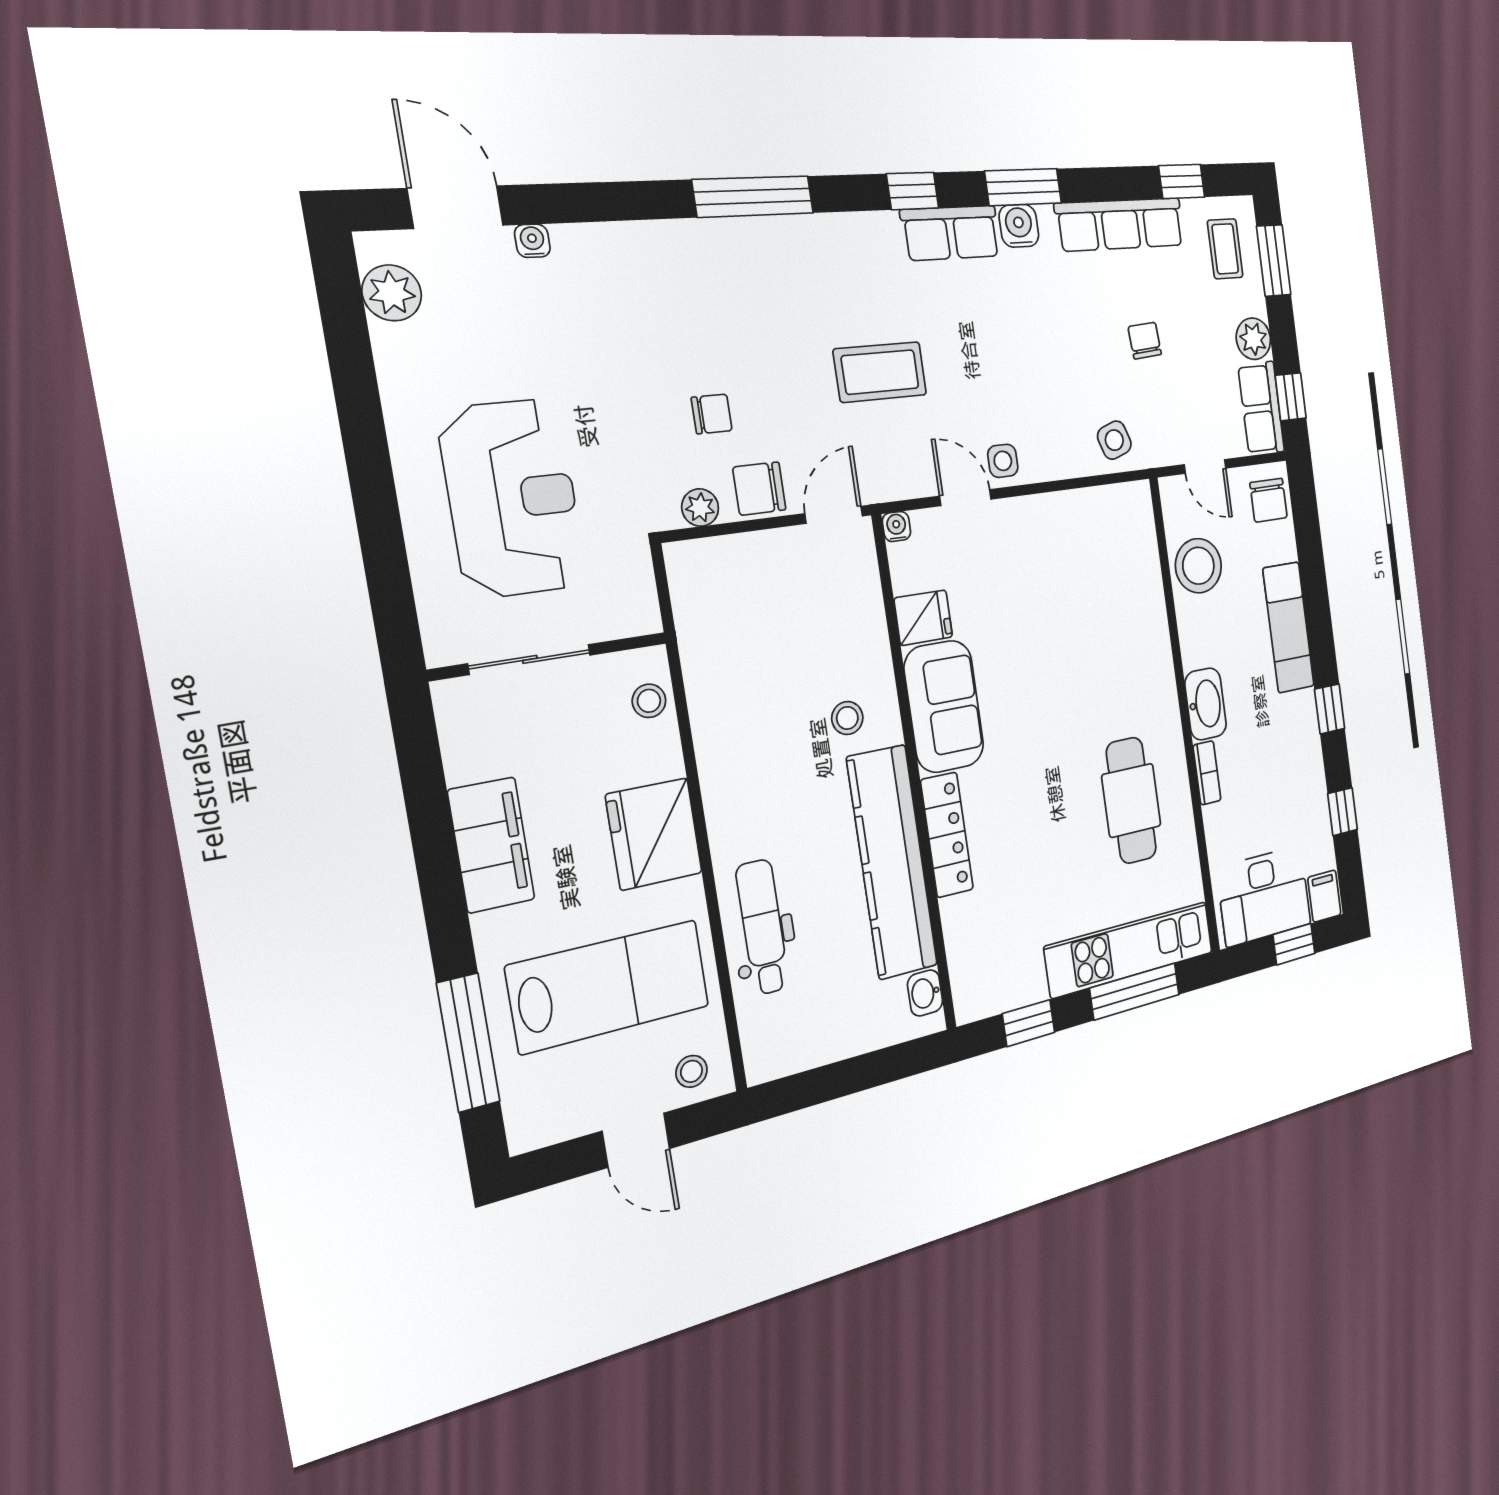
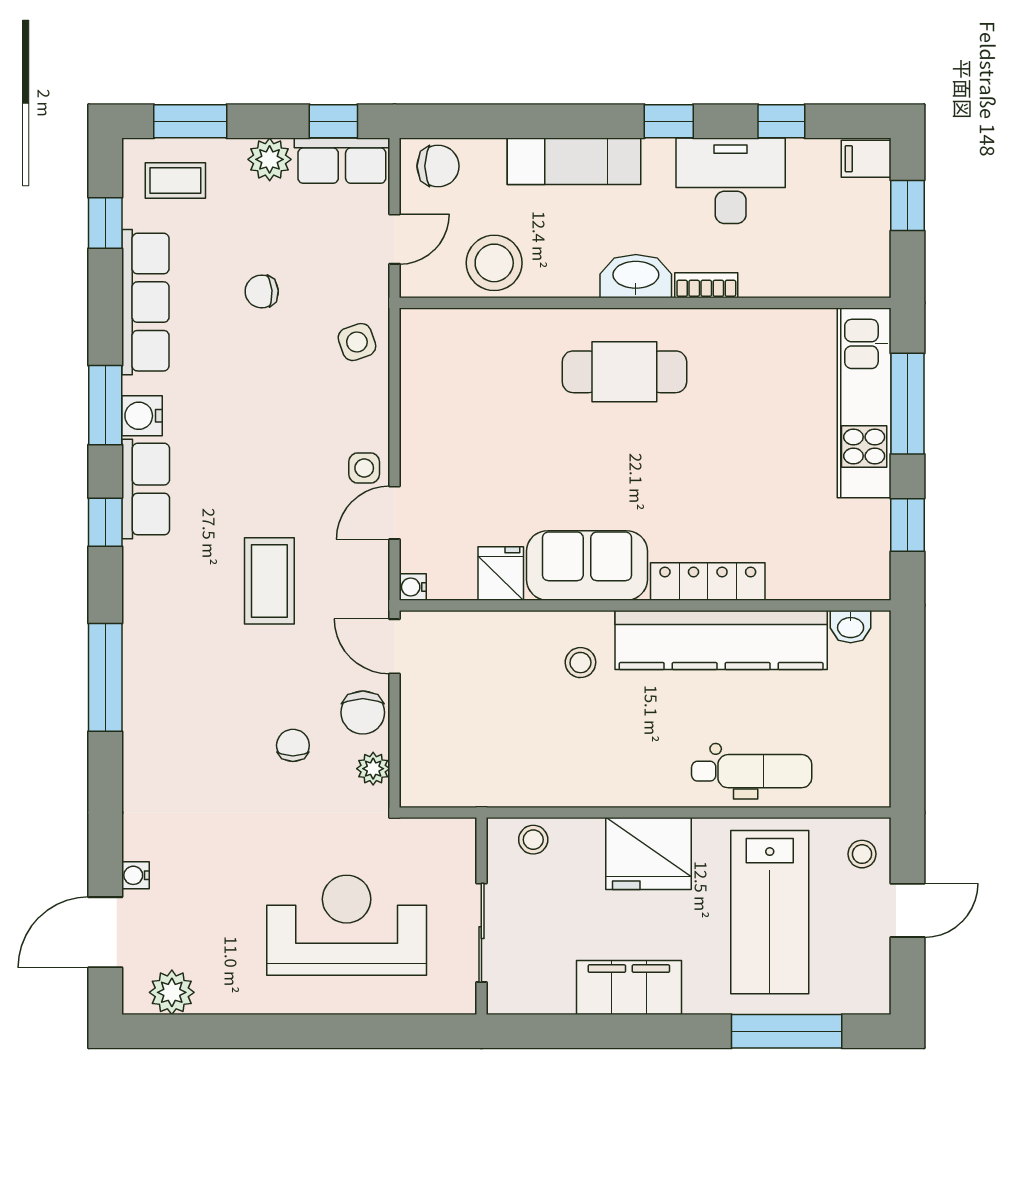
cafe table: (1131, 800) -> (624, 372), moved
desk: (1264, 896) -> (731, 181), moved, turned -90
dental chair: (763, 927) -> (752, 771), turned 180
lab bench: (609, 986) -> (770, 912), turned 180

